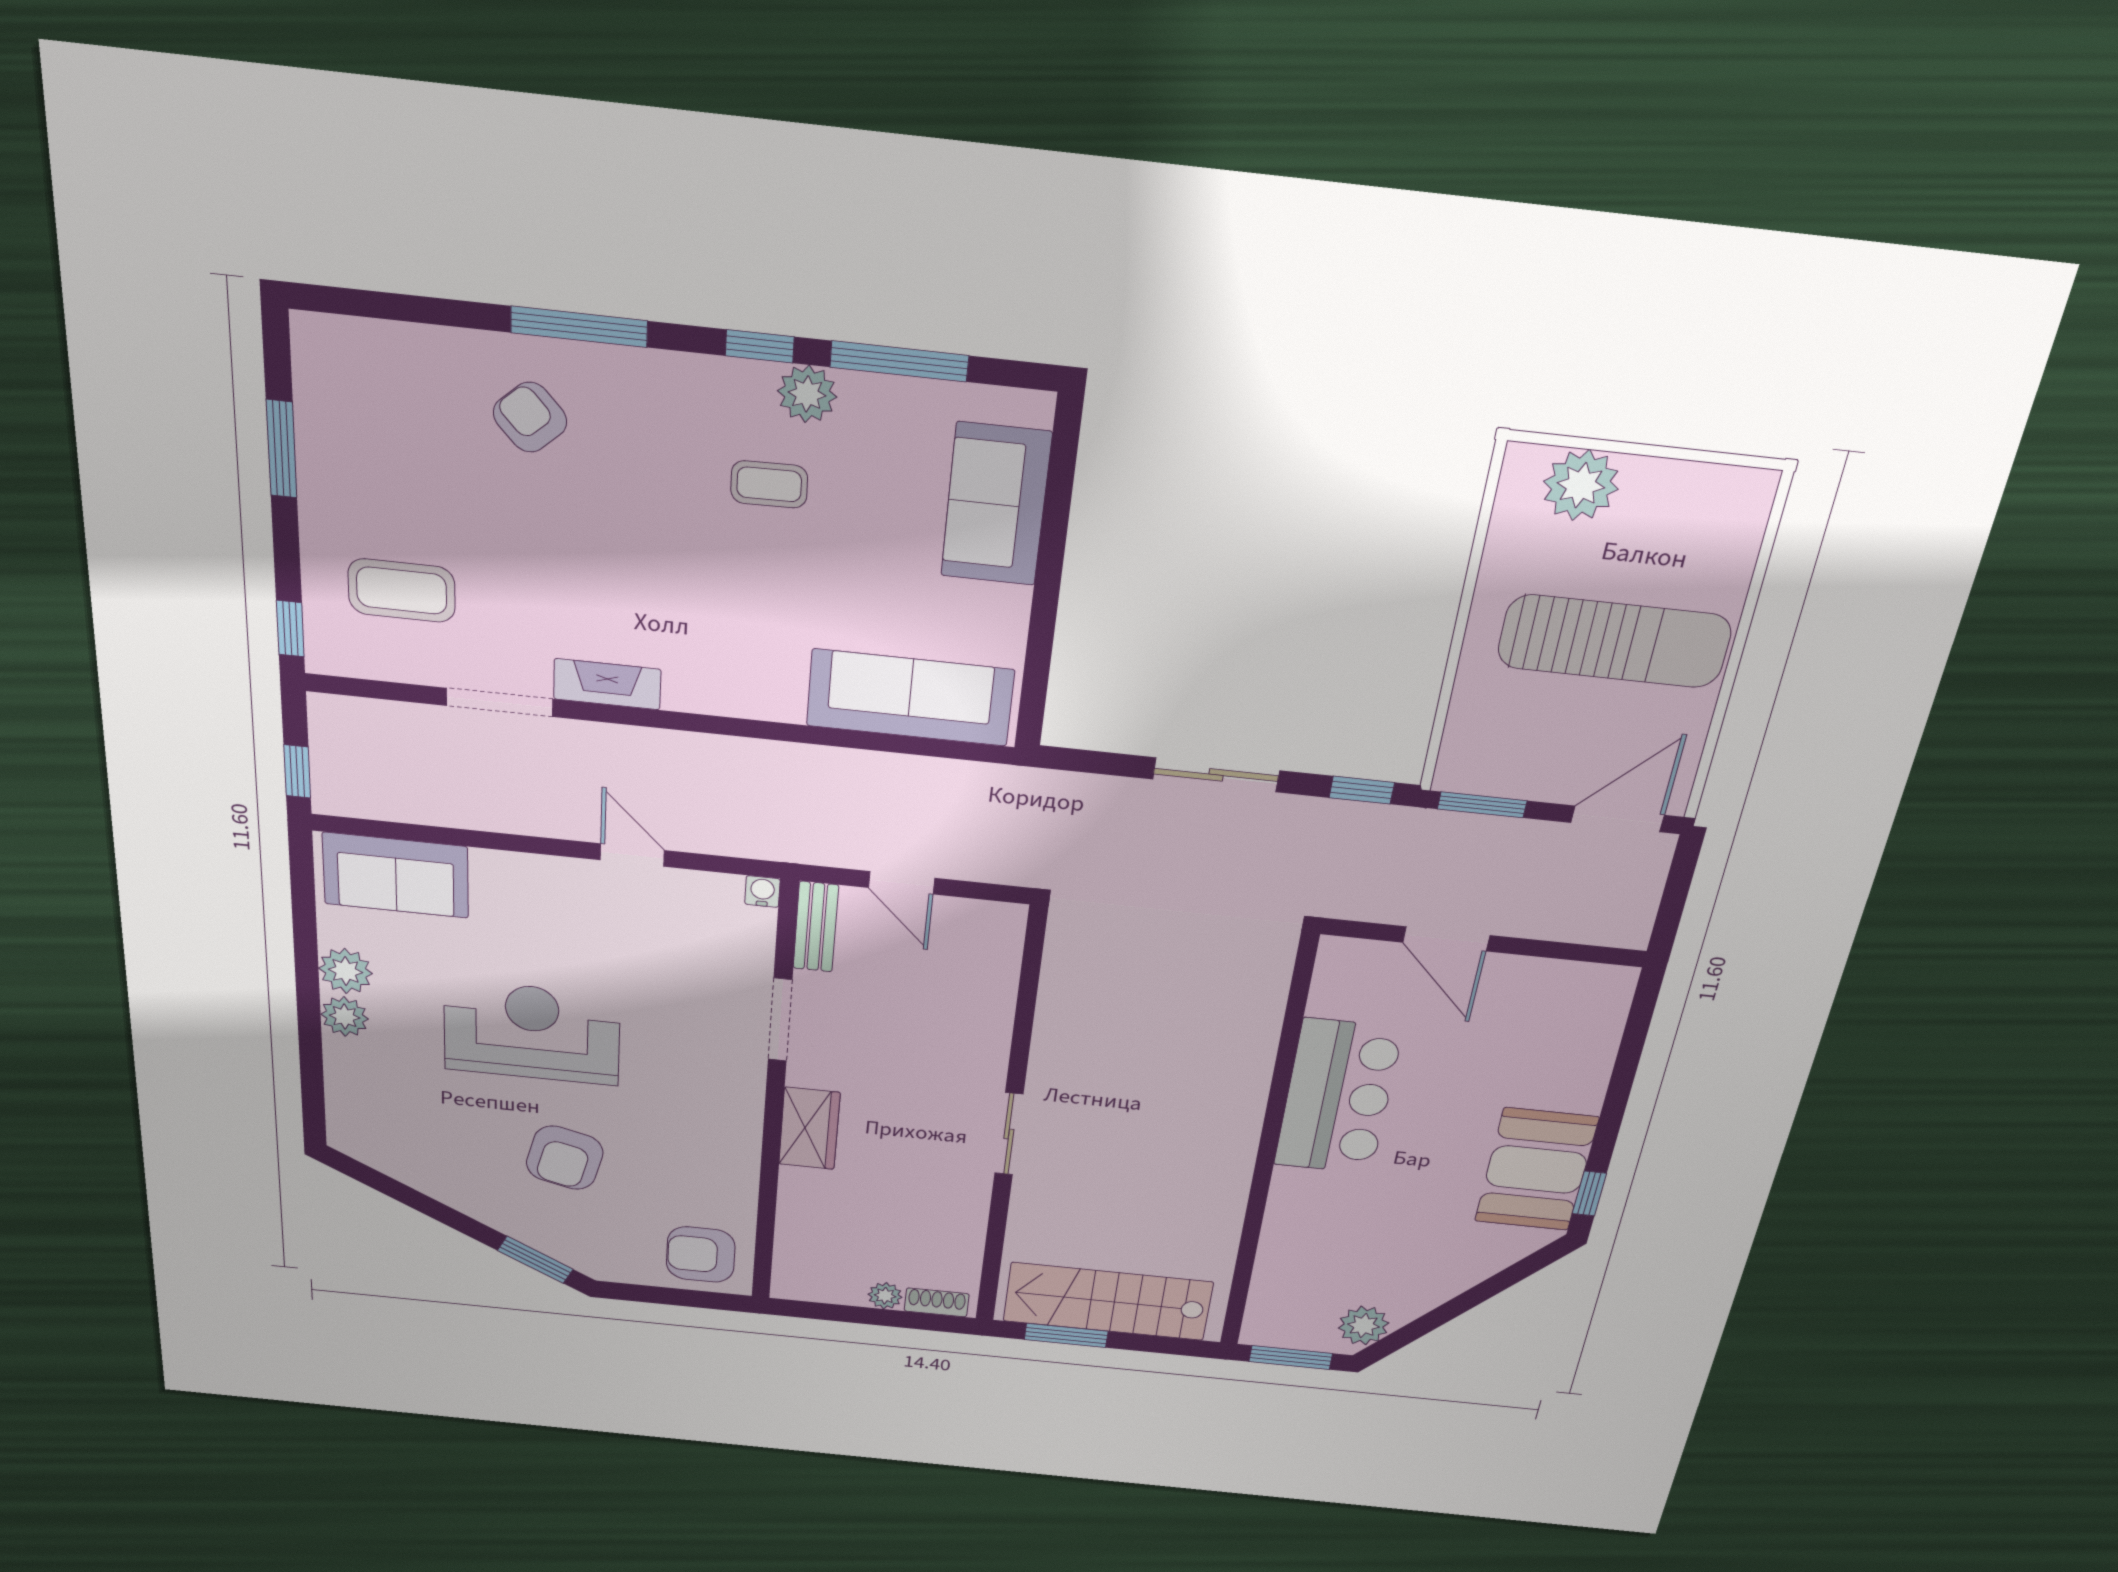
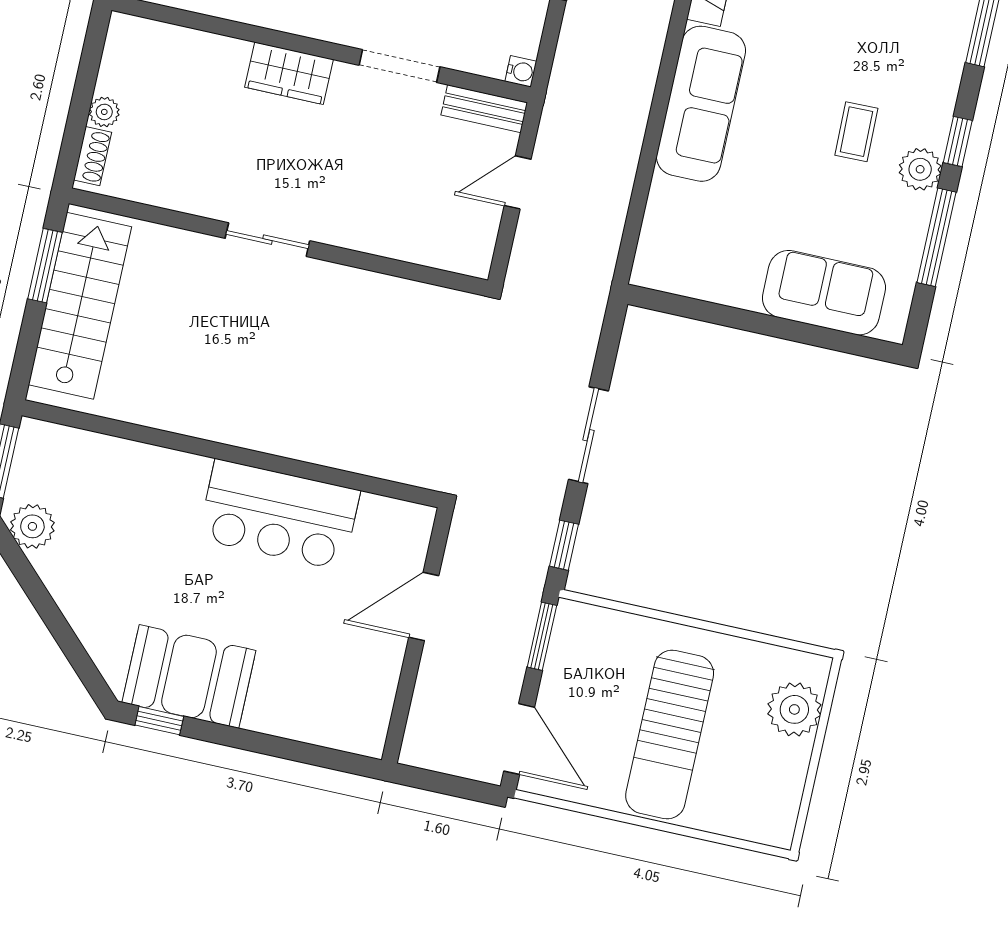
sofa: (910, 698) -> (701, 104), moved

